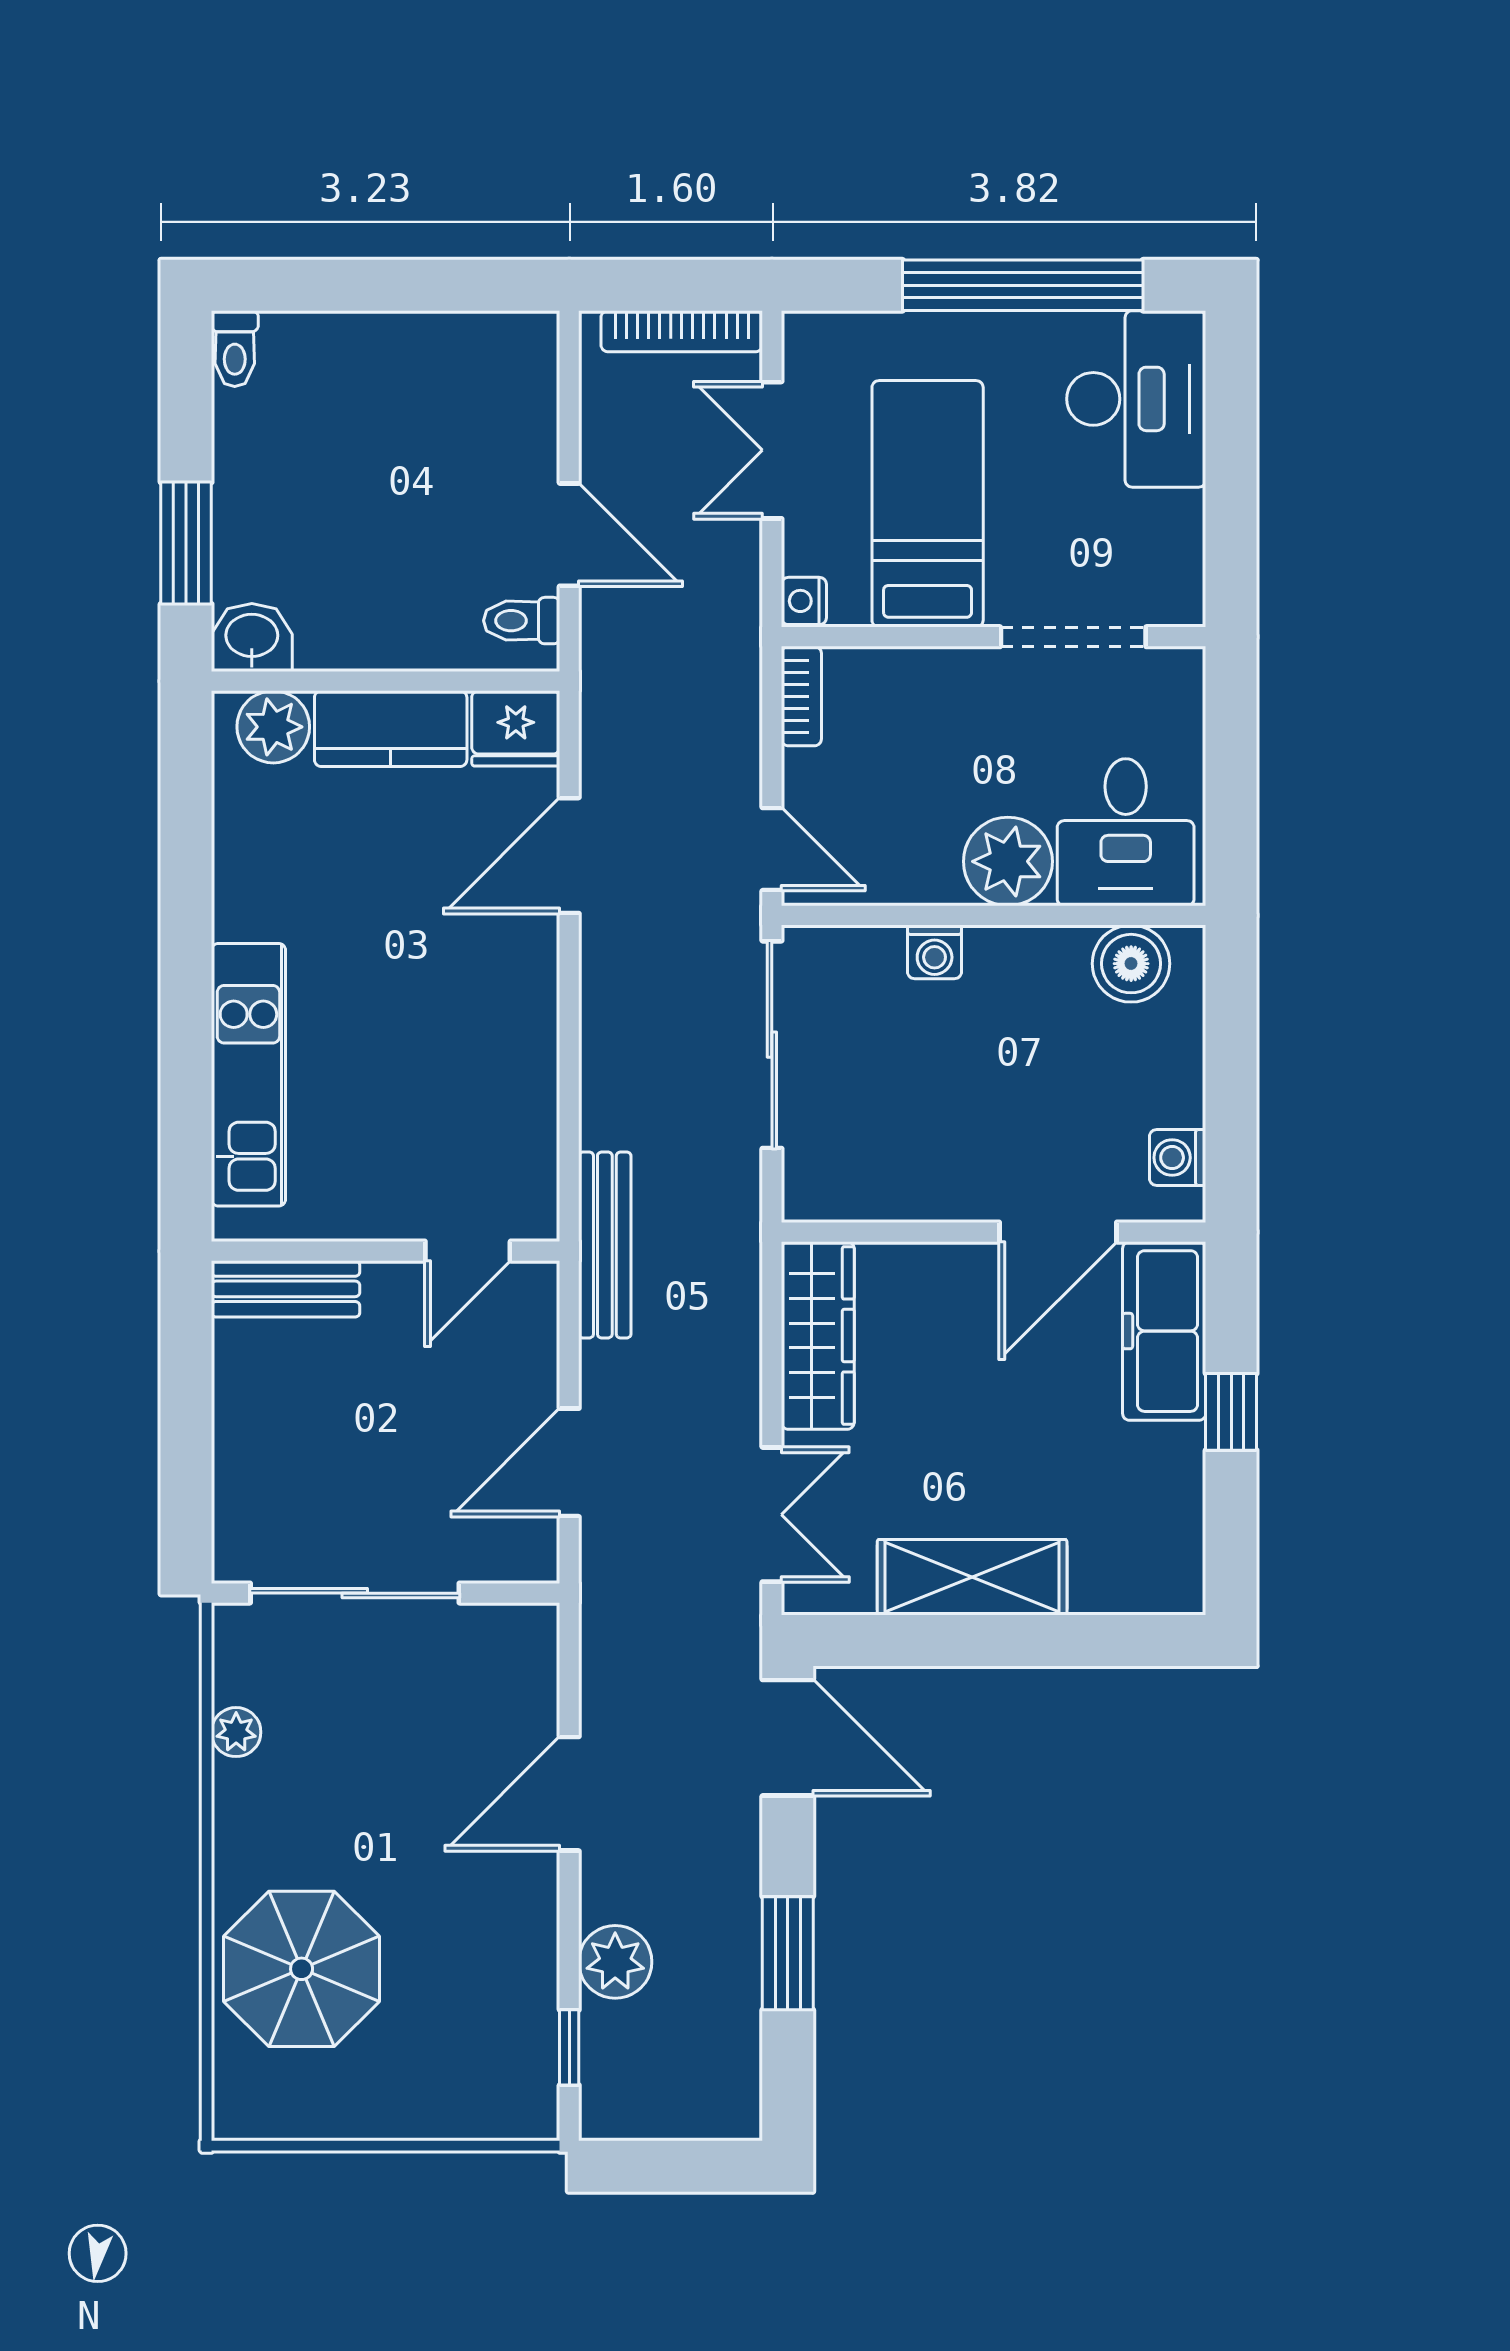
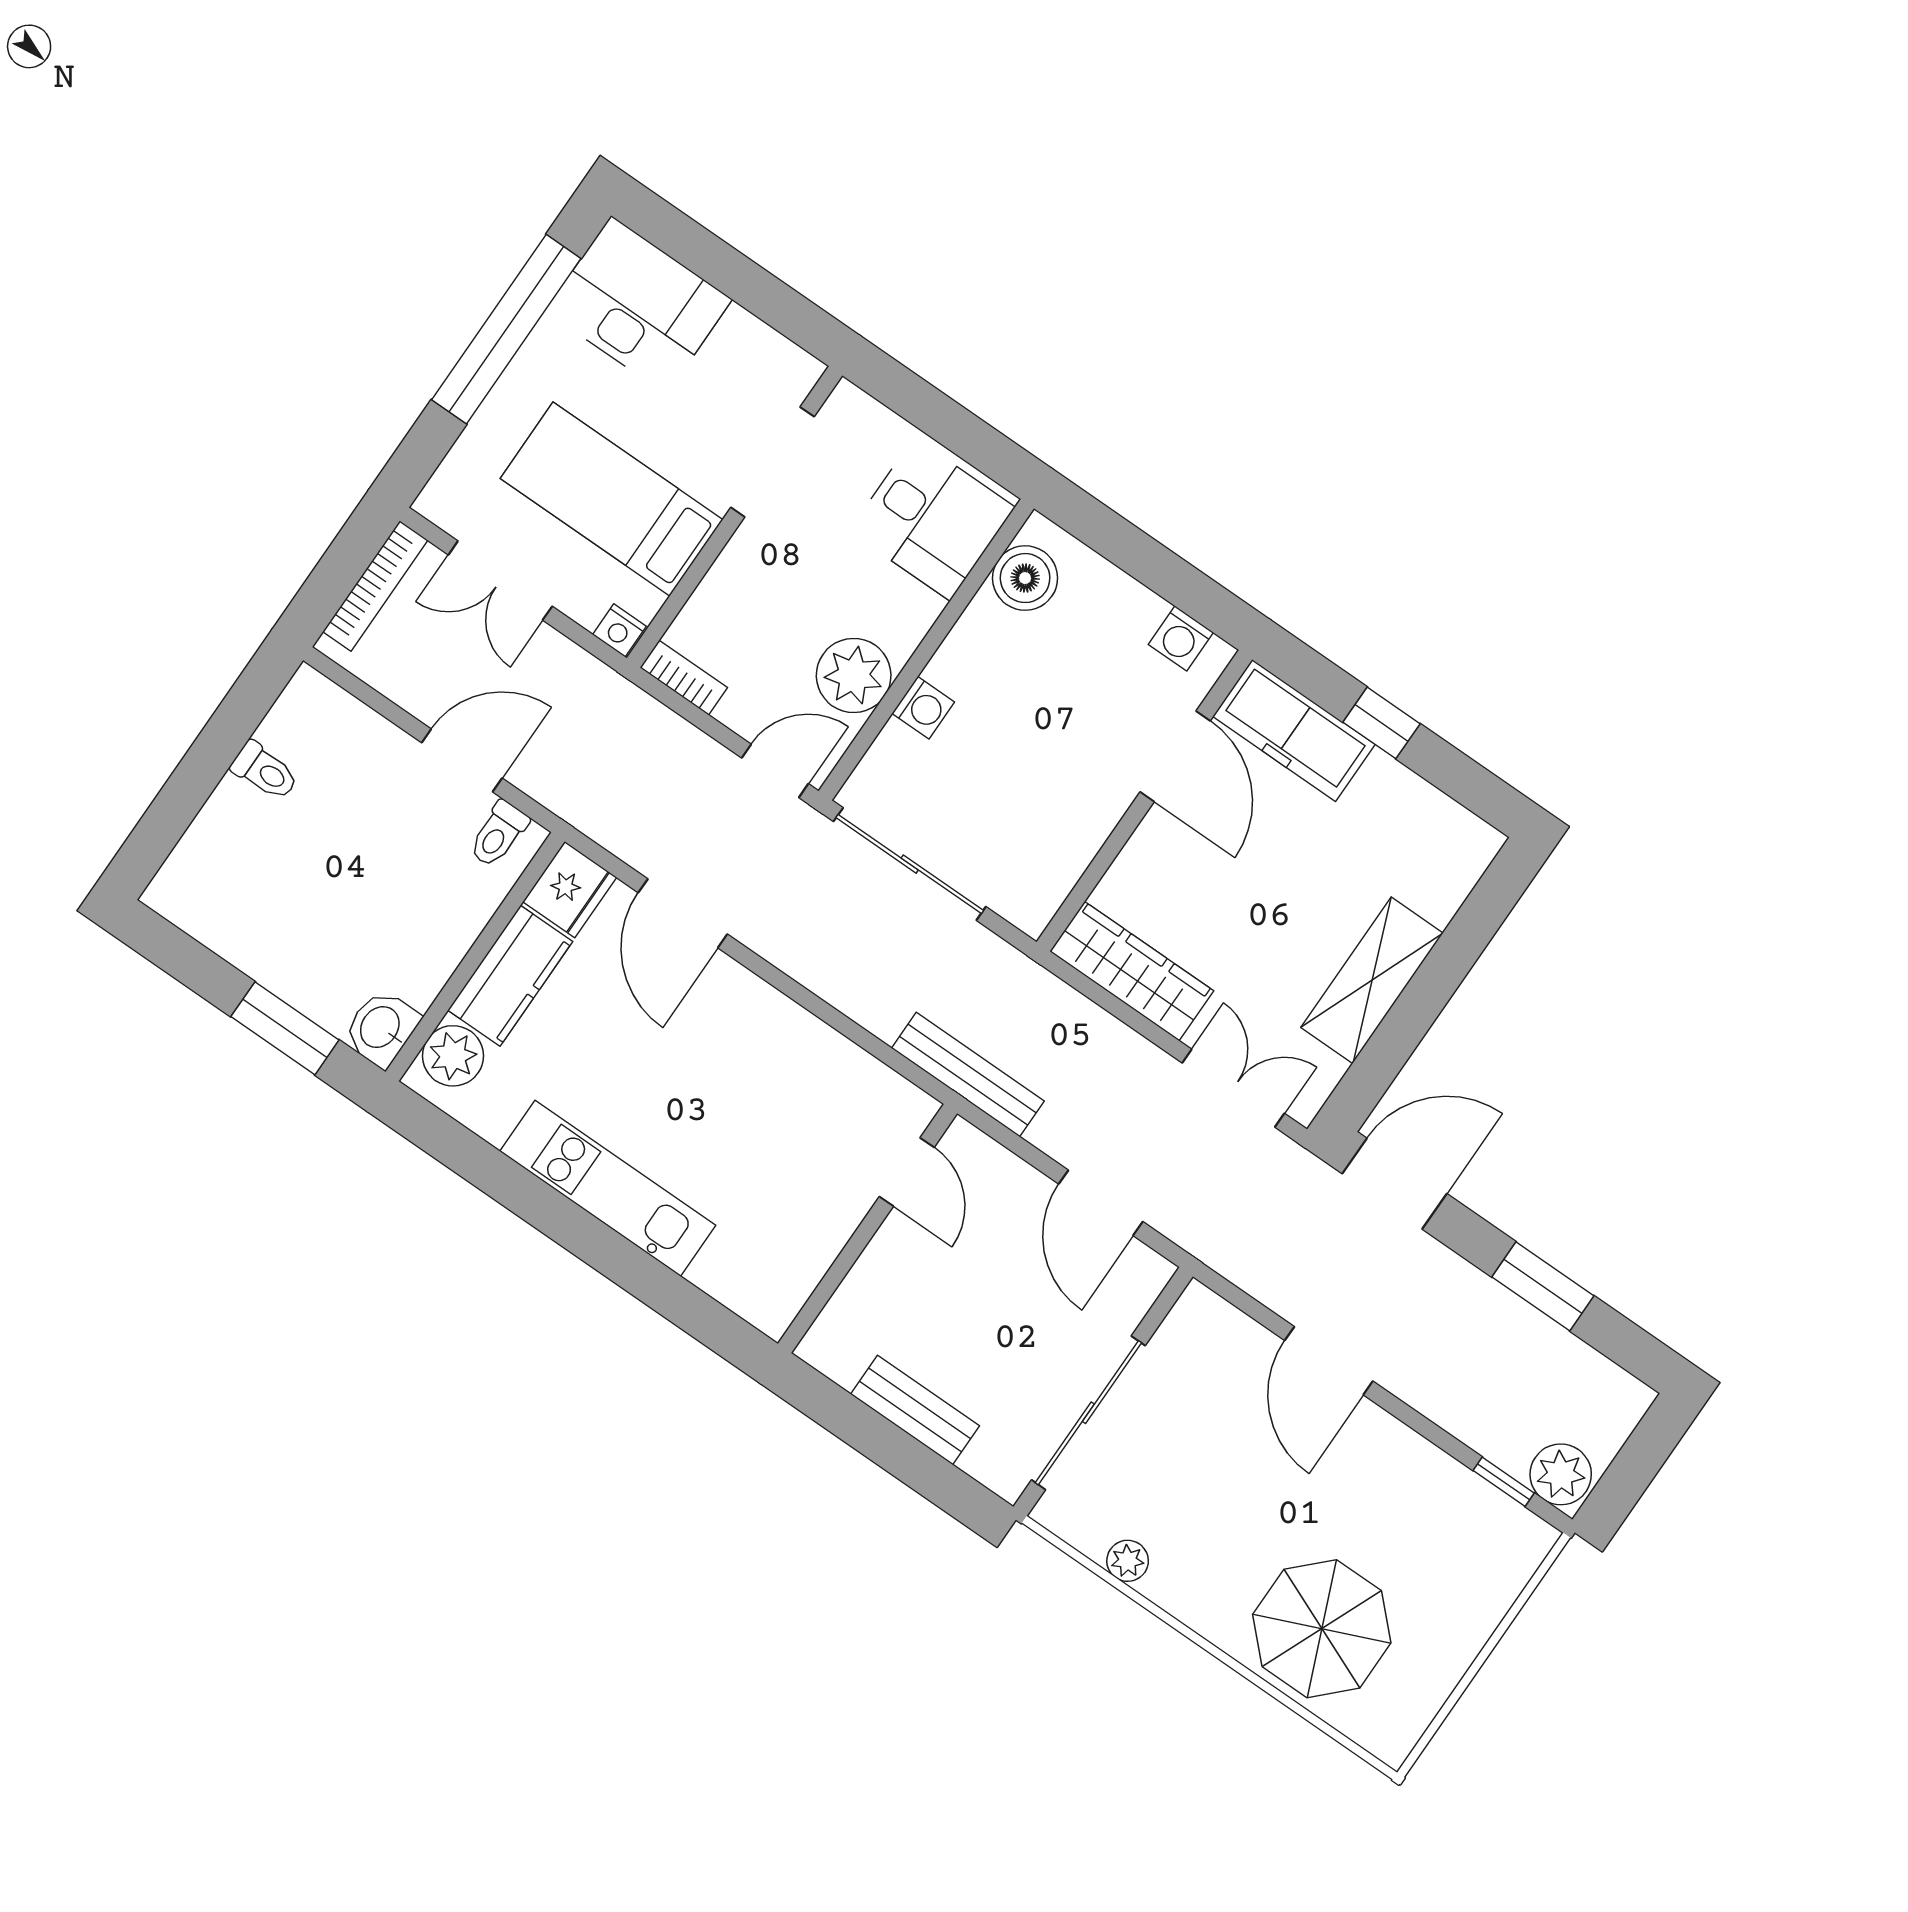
toilet: (235, 349) -> (265, 771), moved
plant: (1008, 861) -> (854, 675), moved
kitchen unit: (248, 1075) -> (608, 1188), moved
bench: (286, 1289) -> (915, 1410), moved, turned 90
plant: (615, 1962) -> (1561, 1474), moved

